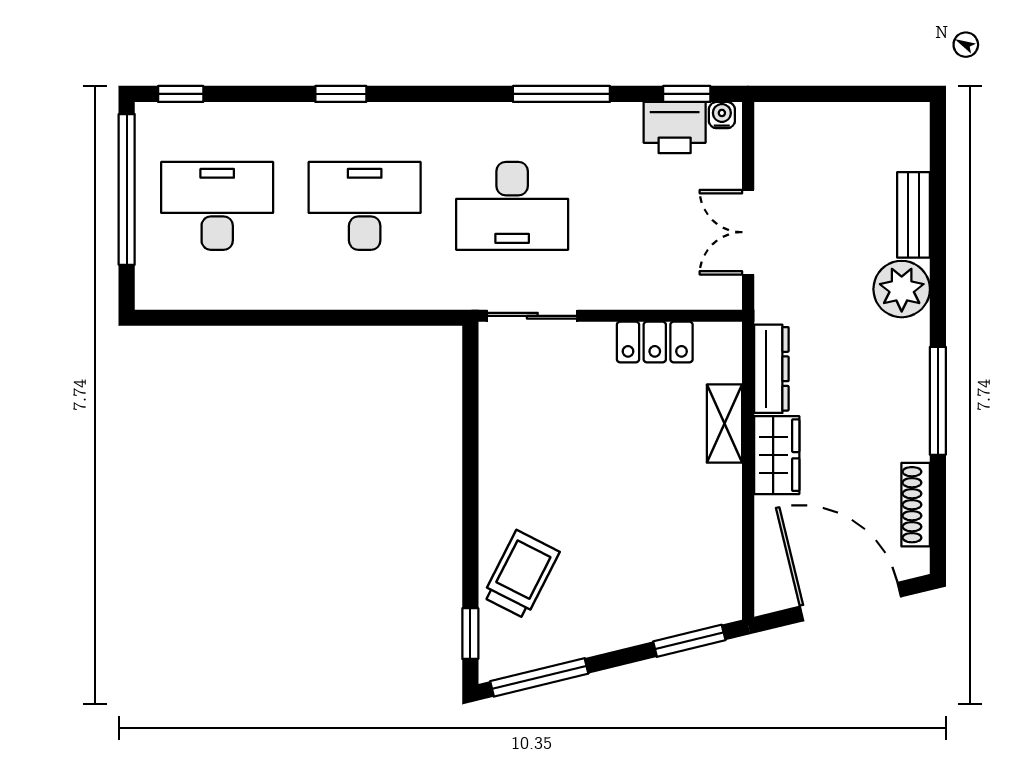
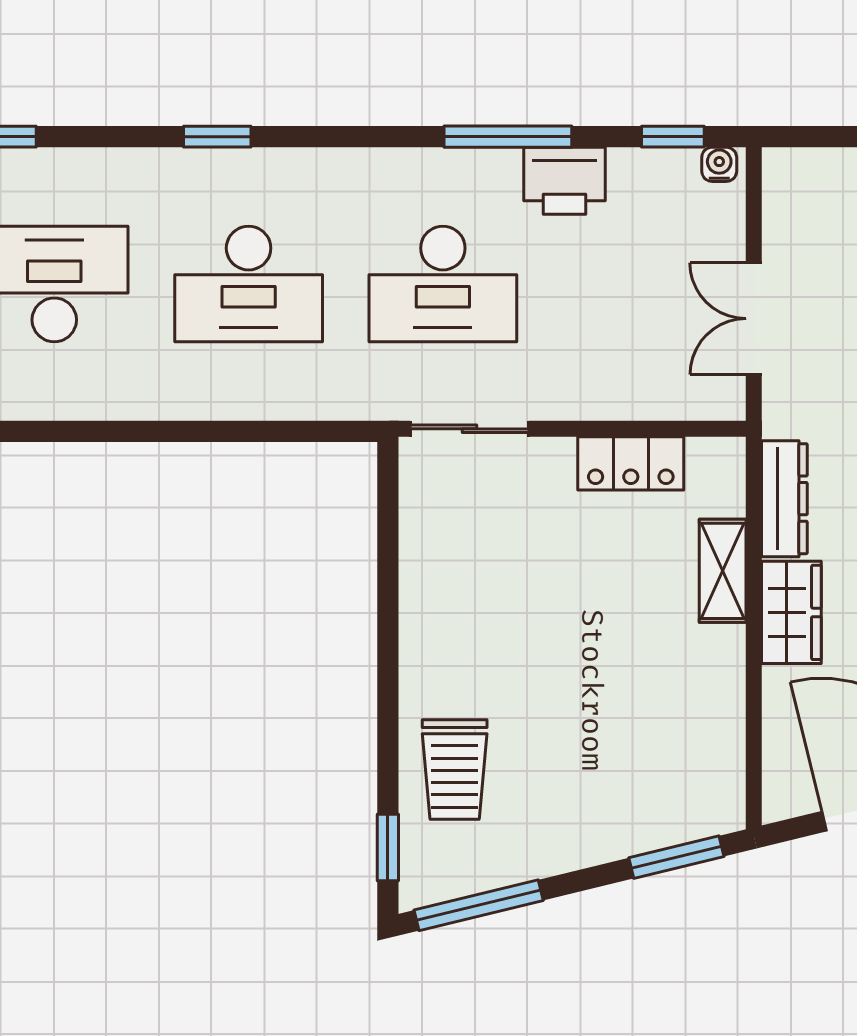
printer: (675, 128) -> (565, 181), moved
desk: (365, 206) -> (249, 284), turned 180
trolley: (521, 574) -> (455, 769), turned 153

